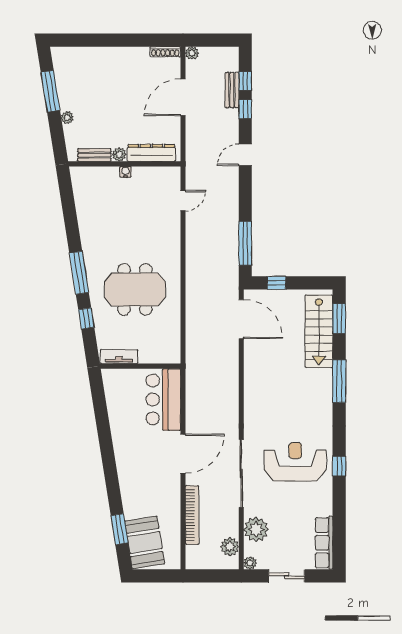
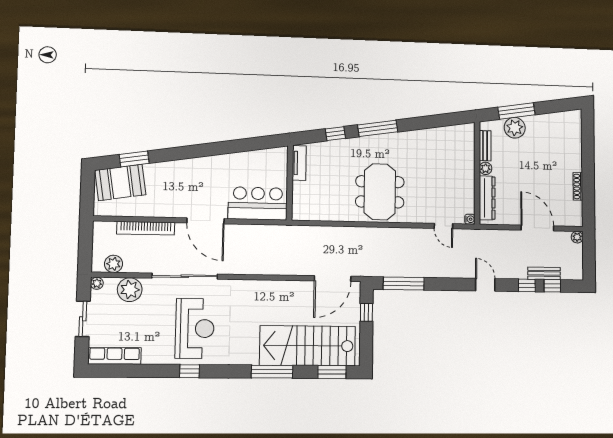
shoe rack: (165, 52) -> (578, 186), moved
window: (50, 91) -> (516, 111), moved
plant: (67, 118) -> (515, 128), width x1.88, depth x1.88
water cooler: (126, 172) -> (470, 219), moved
meeting table: (135, 289) -> (380, 192), moved
stairs: (319, 331) -> (308, 346), width x1.36, depth x1.51

